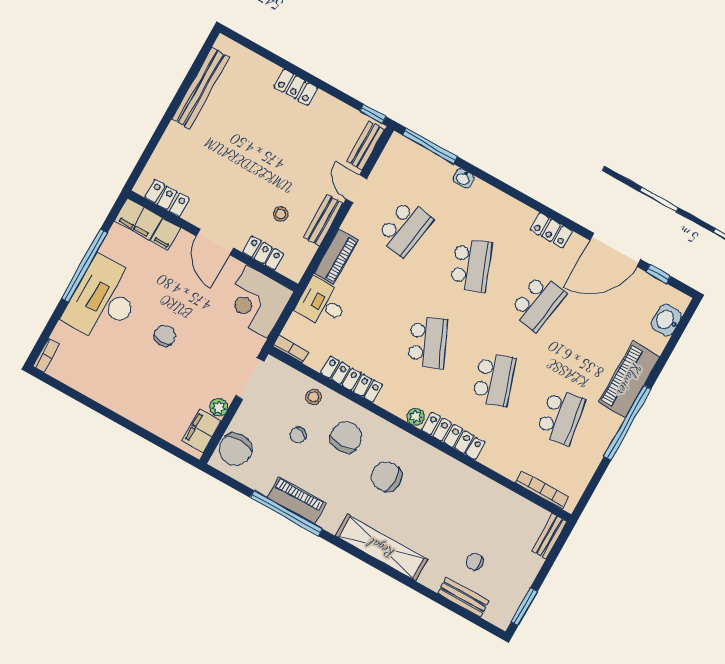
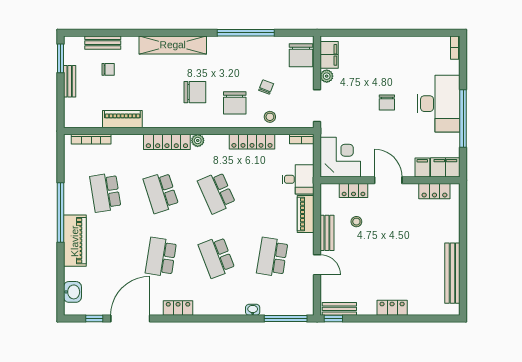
bench: (366, 146) -> (339, 309), moved, turned 90
chair: (235, 449) -> (301, 55), turned 180
piano: (296, 500) -> (122, 119), moved, turned 180
bench: (549, 536) -> (70, 81), moved

